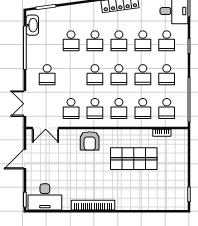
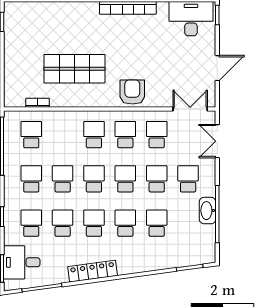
washbasin: (32, 25) -> (208, 211), moved
double door: (25, 104) -> (217, 141), swing flipped
school desk: (143, 108) -> (157, 179), moved

